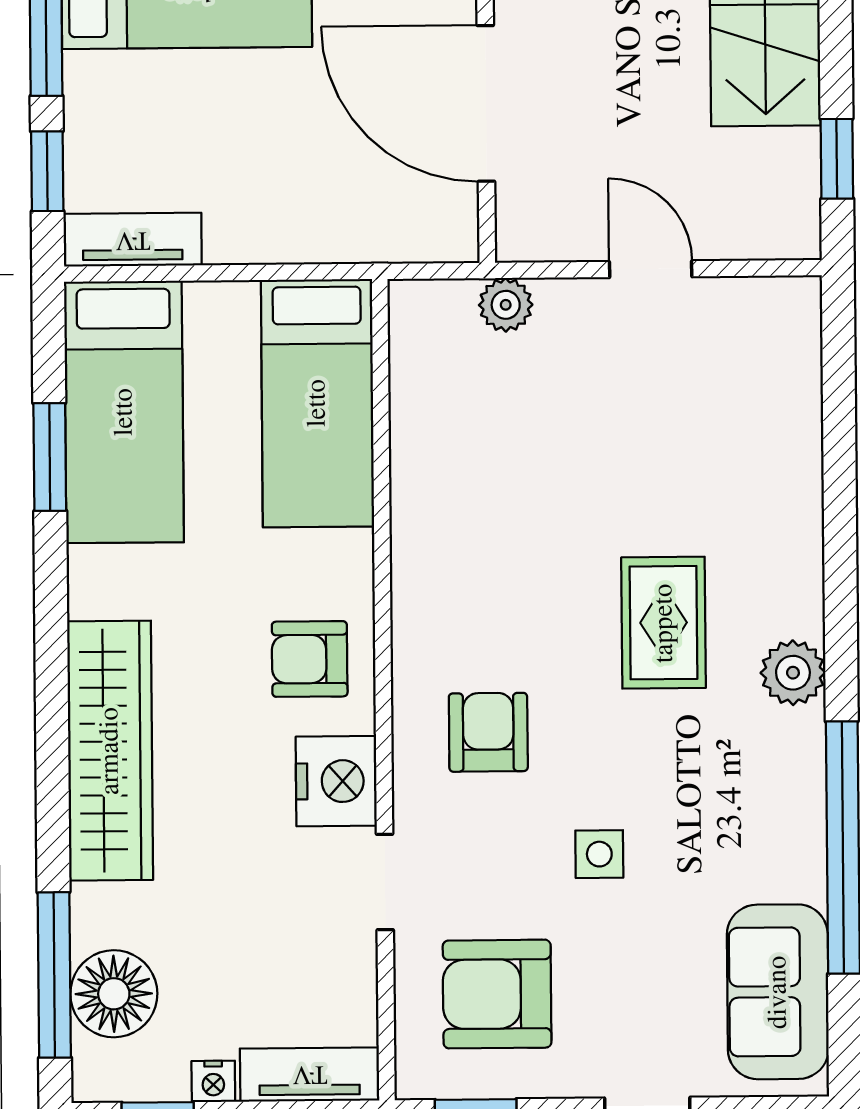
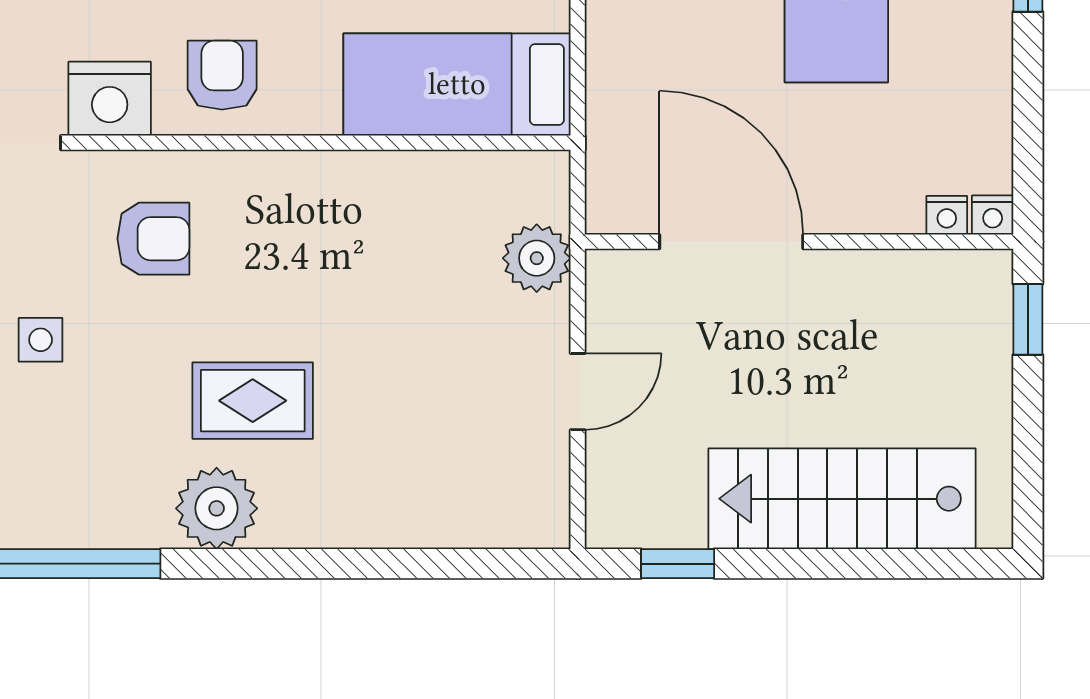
door: (486, 103) -> (731, 242), hinge flipped
plant: (506, 305) -> (537, 258), width x1.38, depth x1.38
plant: (793, 673) -> (217, 508), width x1.36, depth x1.36

